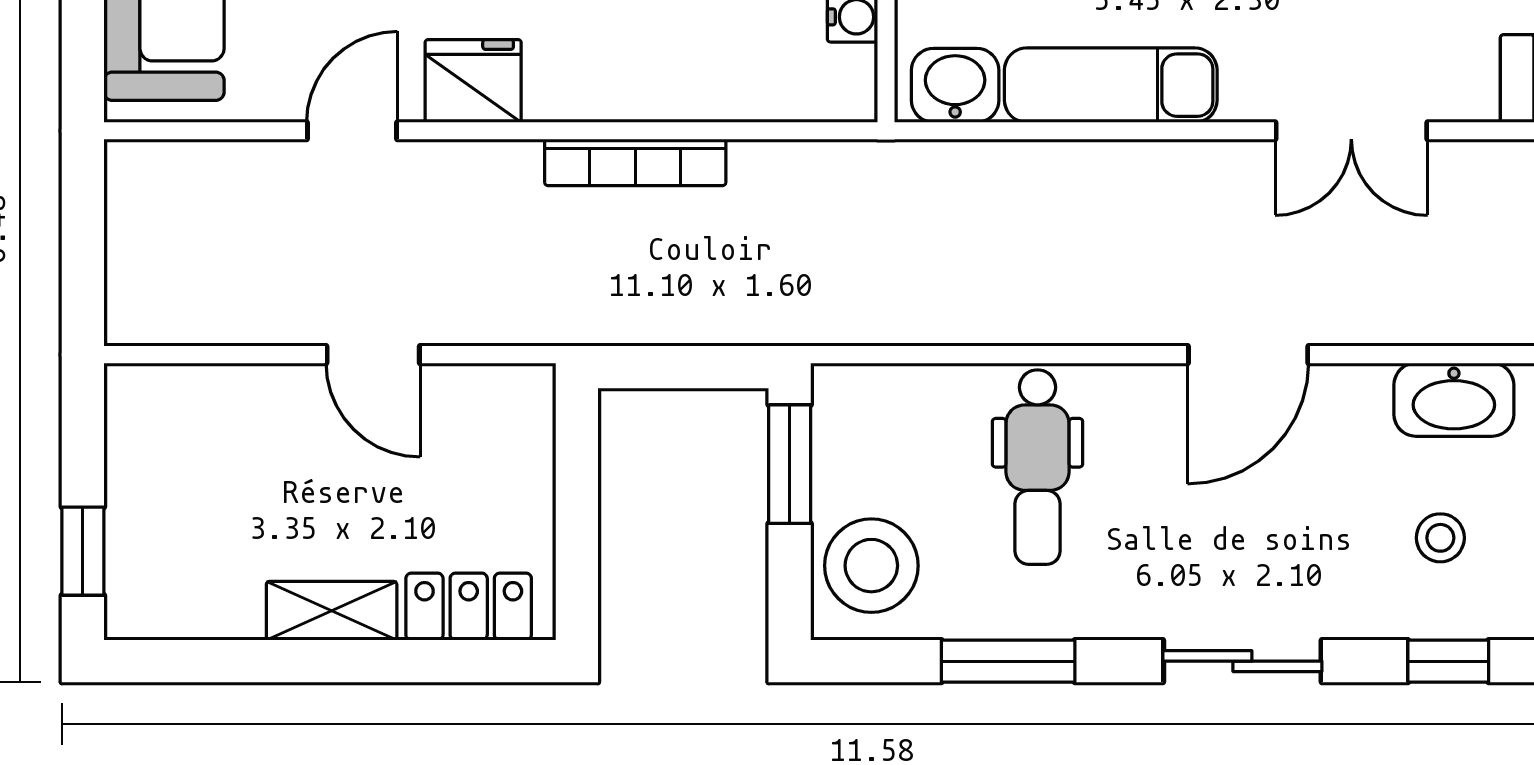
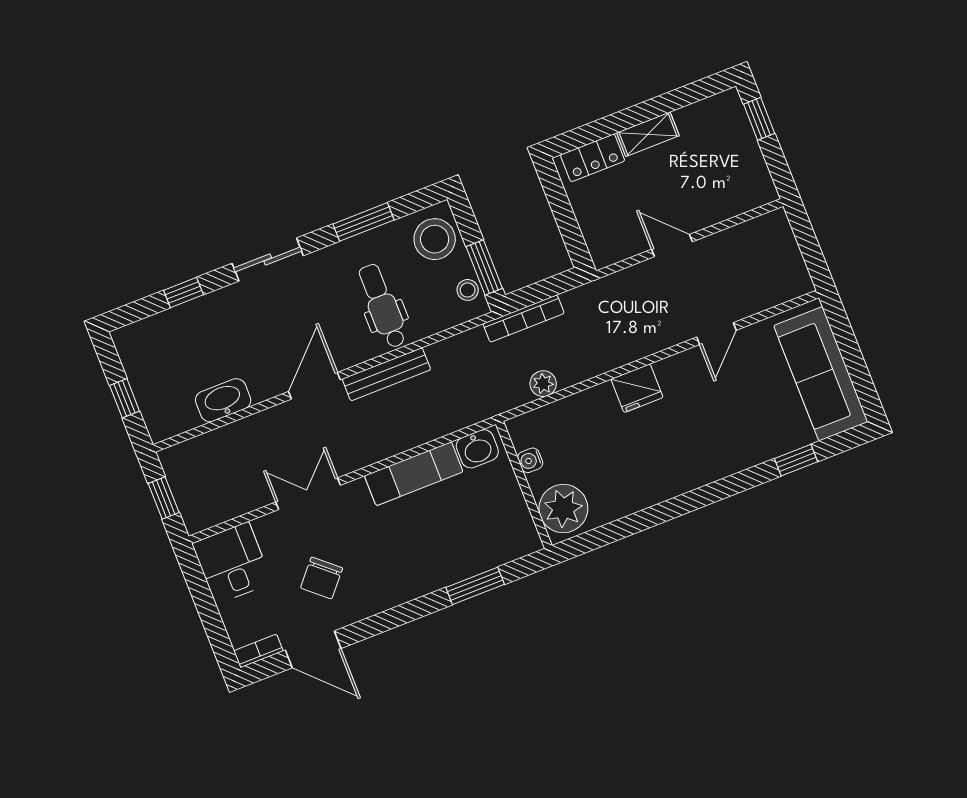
fridge: (473, 81) -> (637, 388), moved
bookcase: (635, 162) -> (524, 319), moved, turned 180
plant: (761, 169) -> (543, 384), added
bench: (1086, 319) -> (386, 374), added
stool: (1440, 538) -> (468, 290), moved

